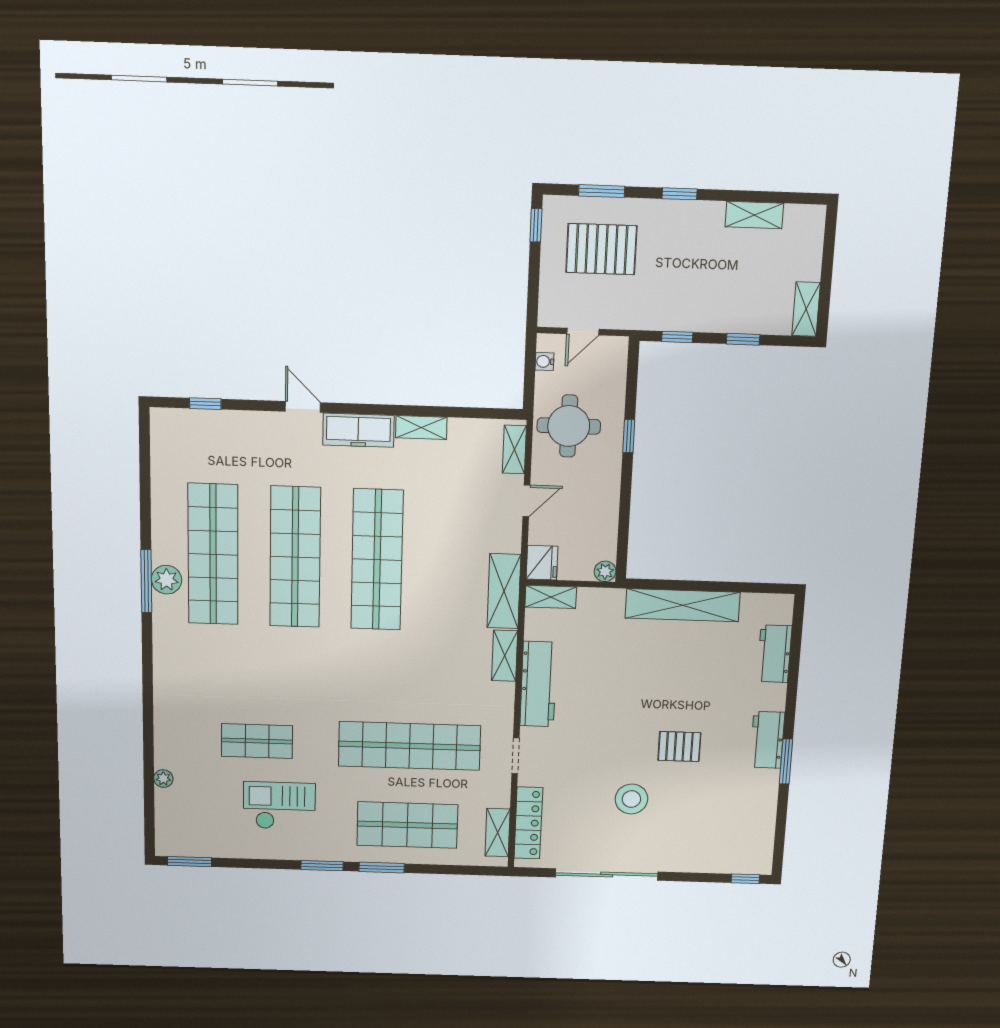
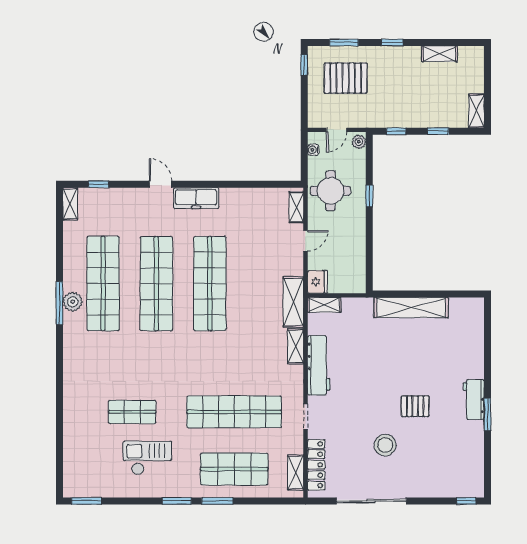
shelving: (421, 427) -> (70, 204), moved, turned 90
plant: (605, 571) -> (359, 142), moved
workbench: (774, 654) -> (474, 339), removed
plant: (163, 779) -> (69, 441), removed

